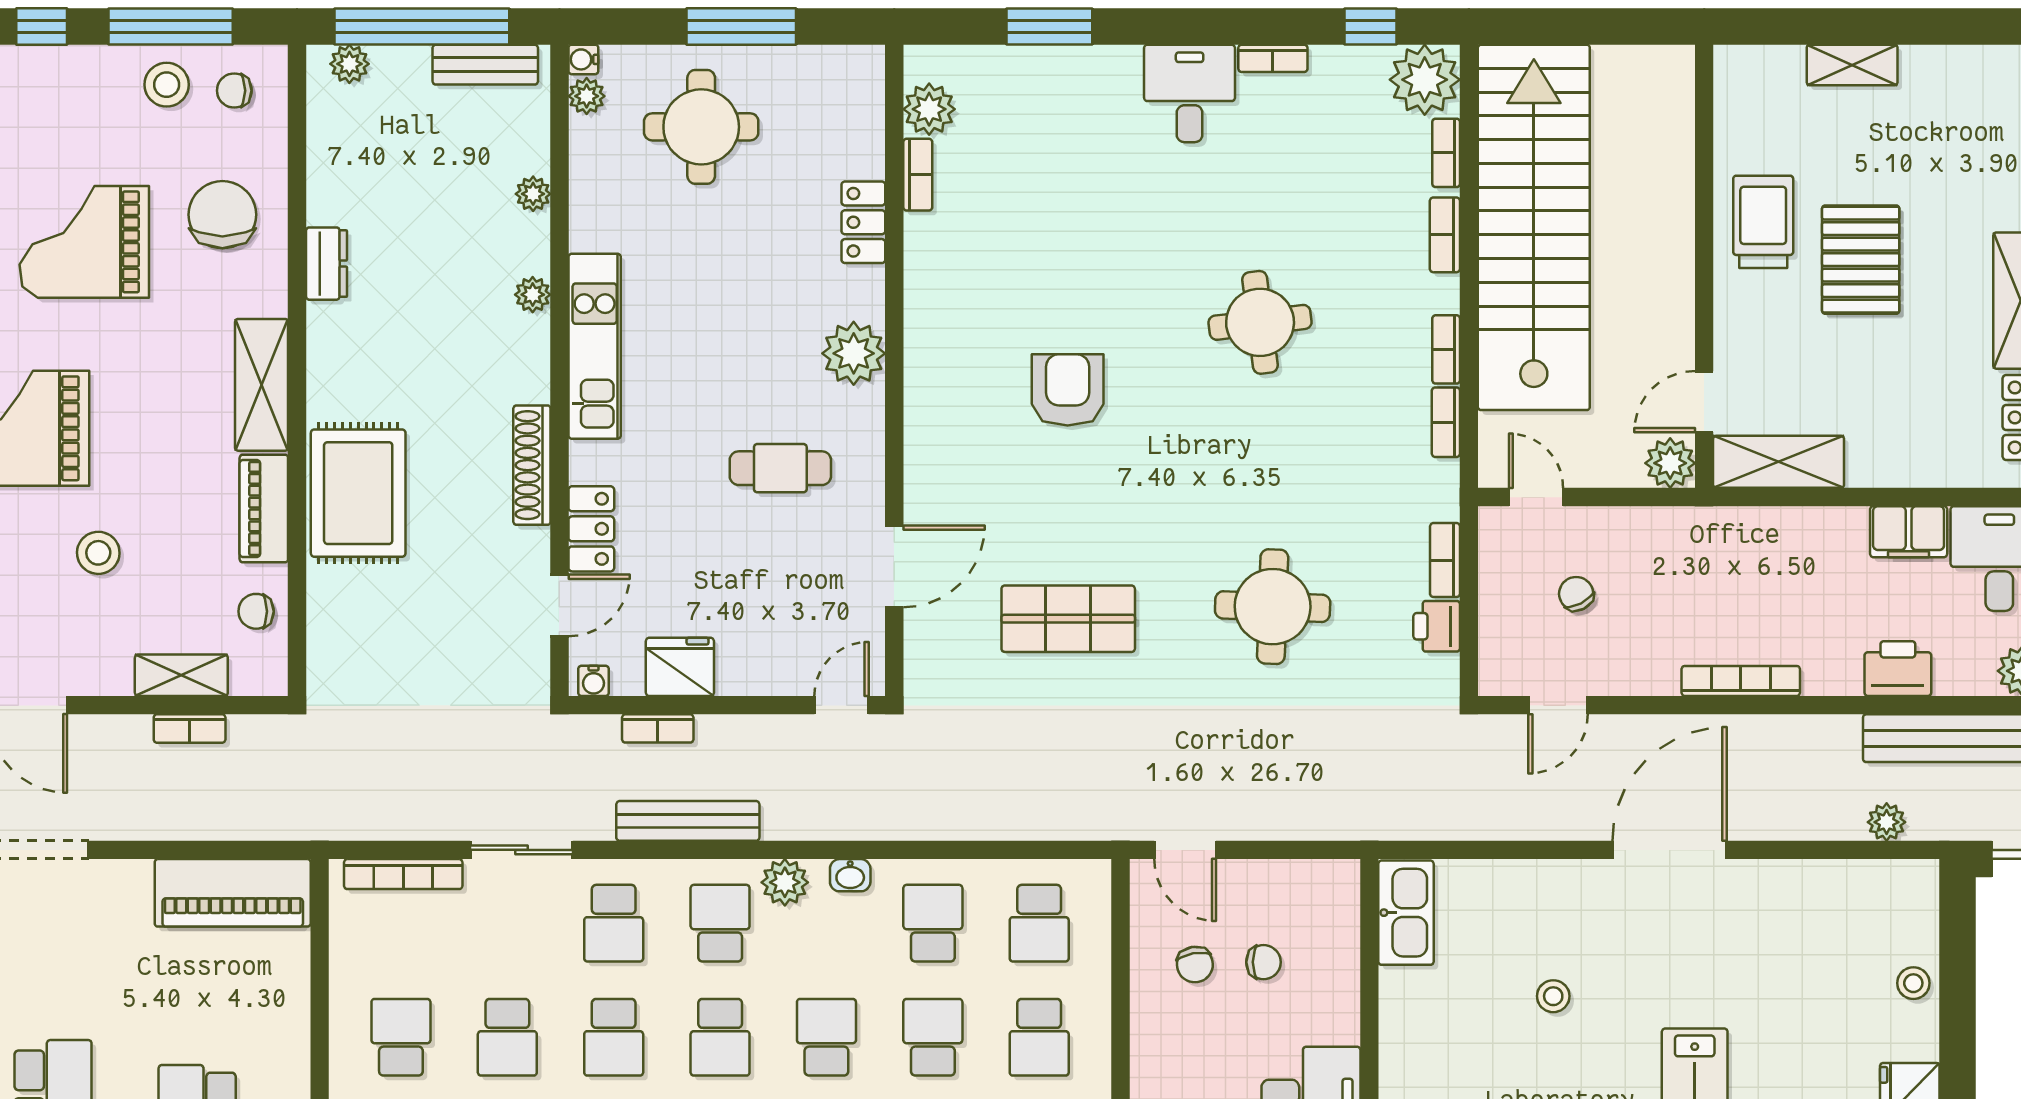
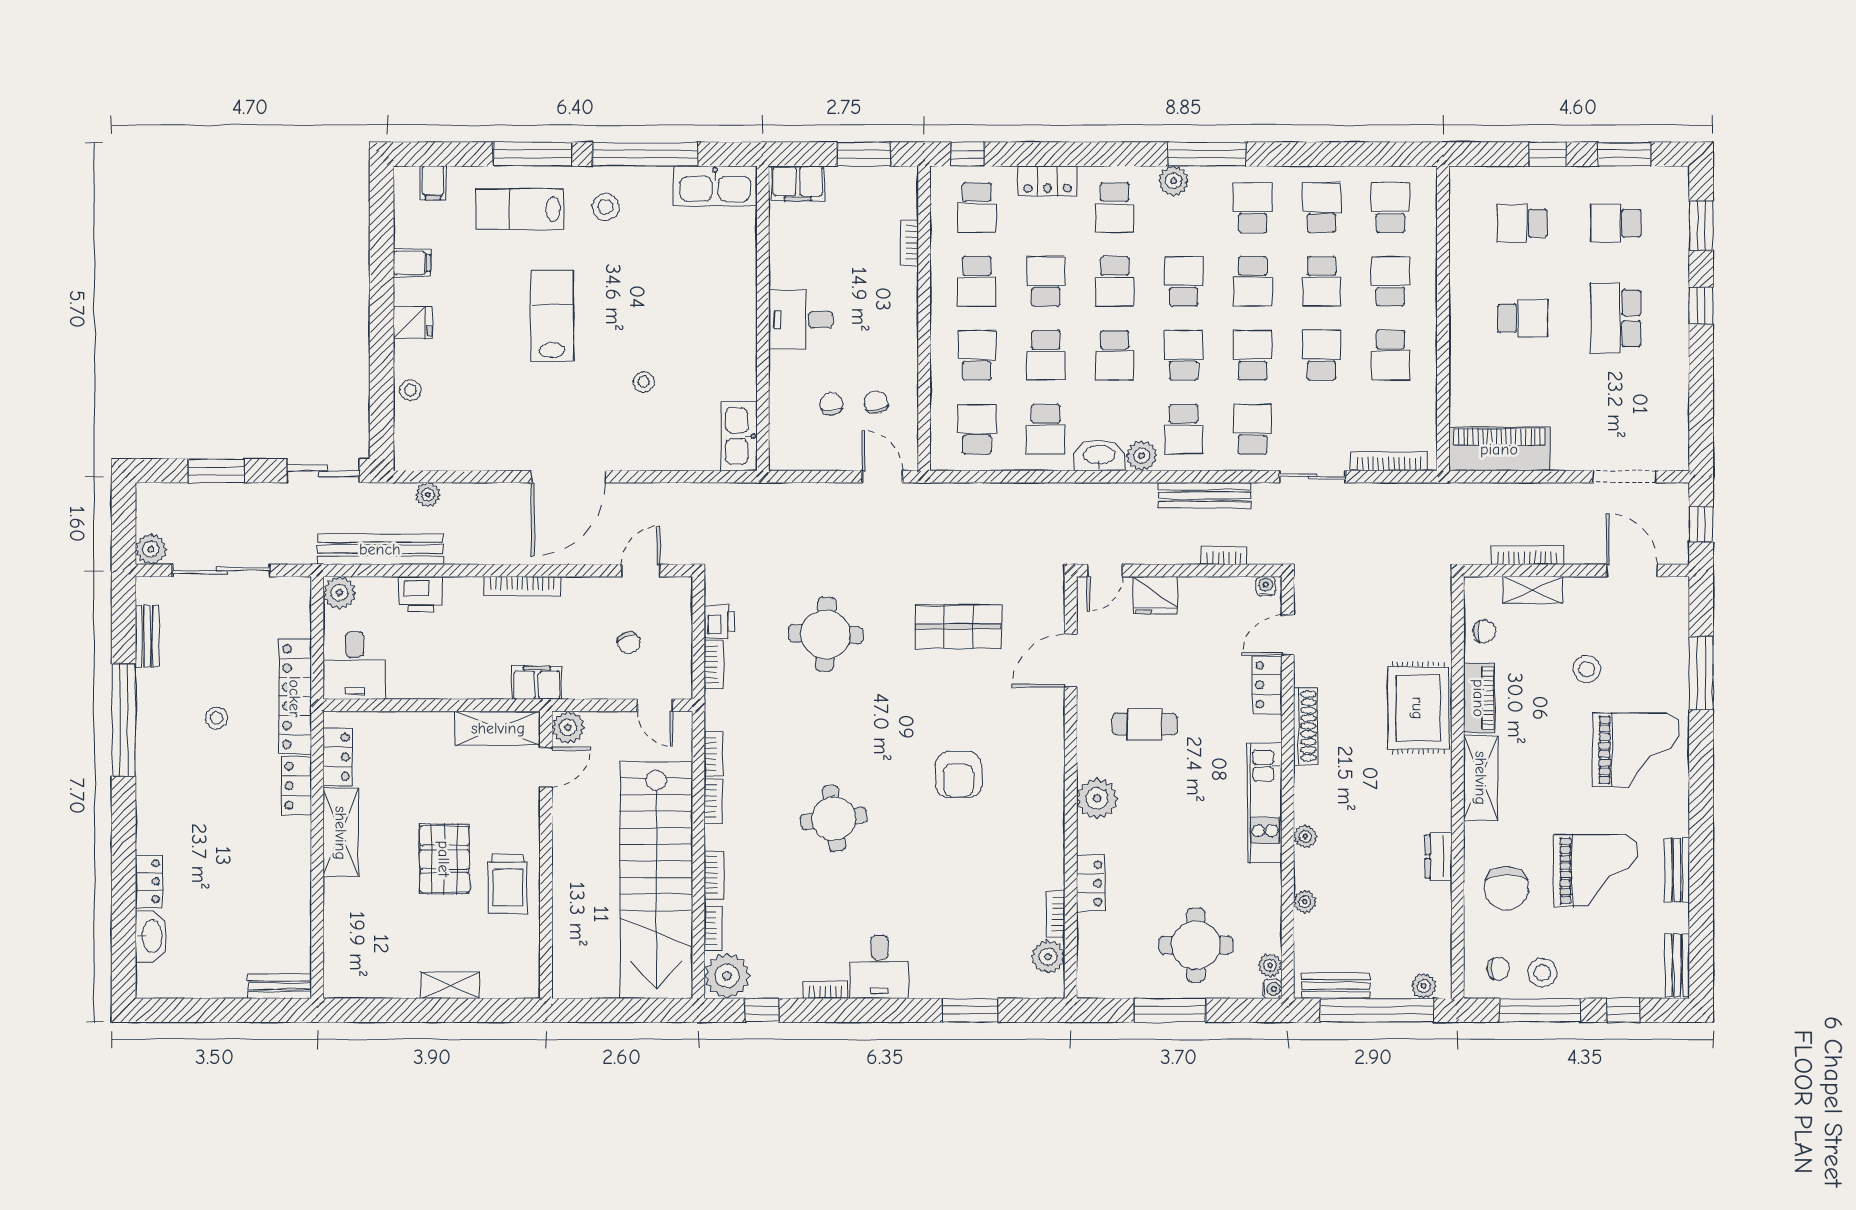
filing cabinet: (1909, 532) -> (537, 683), moved
fridge: (680, 667) -> (1155, 595), moved
bookcase: (190, 729) -> (1527, 555), width x1.56
washbasin: (850, 875) -> (1099, 456), width x1.91, depth x1.45
chair: (1264, 962) -> (831, 404), turned 90

